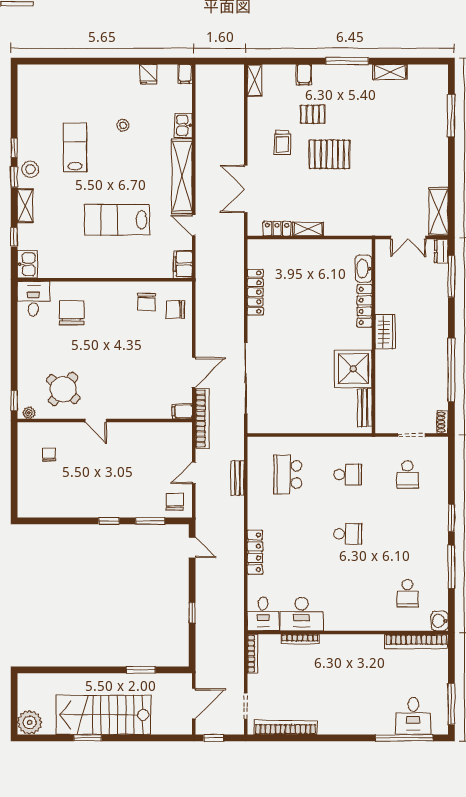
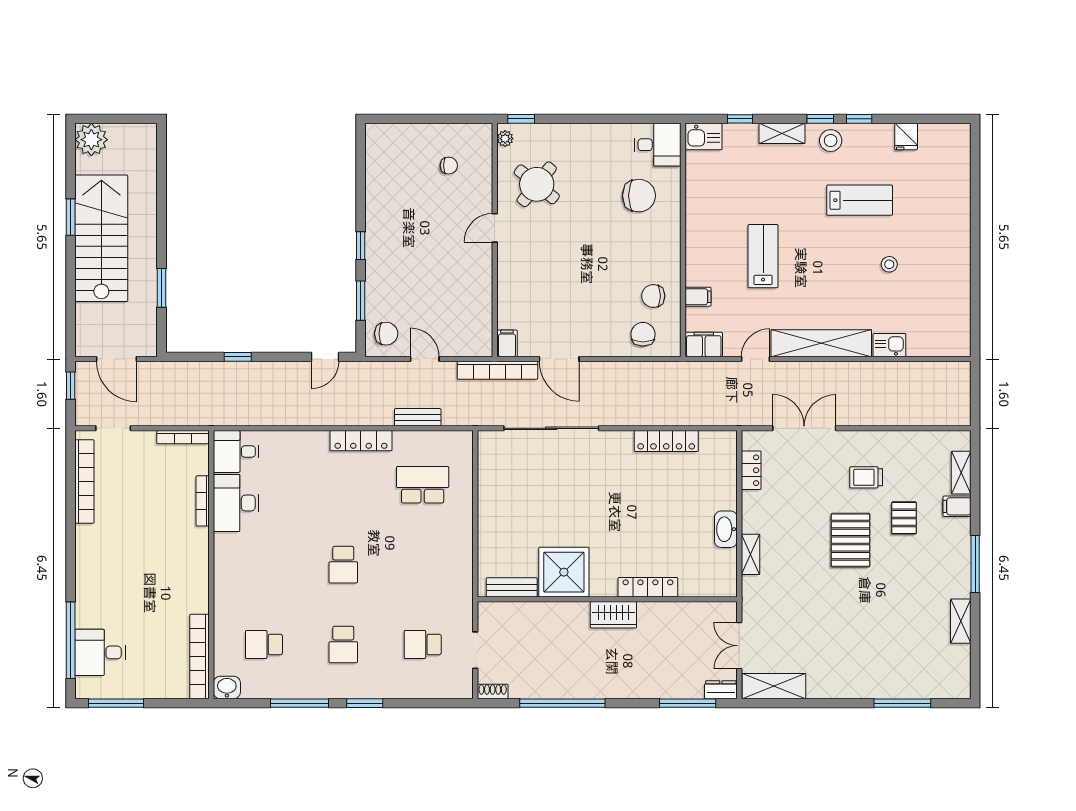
fridge: (148, 74) -> (906, 137), moved, turned -90
filing cabinet: (185, 74) -> (698, 297), moved, turned 180
shelving: (255, 80) -> (961, 473), moved, turned 90
lab bench: (117, 220) -> (763, 256), width x0.73, depth x0.72
shelving: (308, 229) -> (751, 554), moved
washbasin: (364, 269) -> (726, 529), moved, turned -90
school desk: (348, 474) -> (343, 645), moved
locker: (255, 552) -> (361, 441), moved

